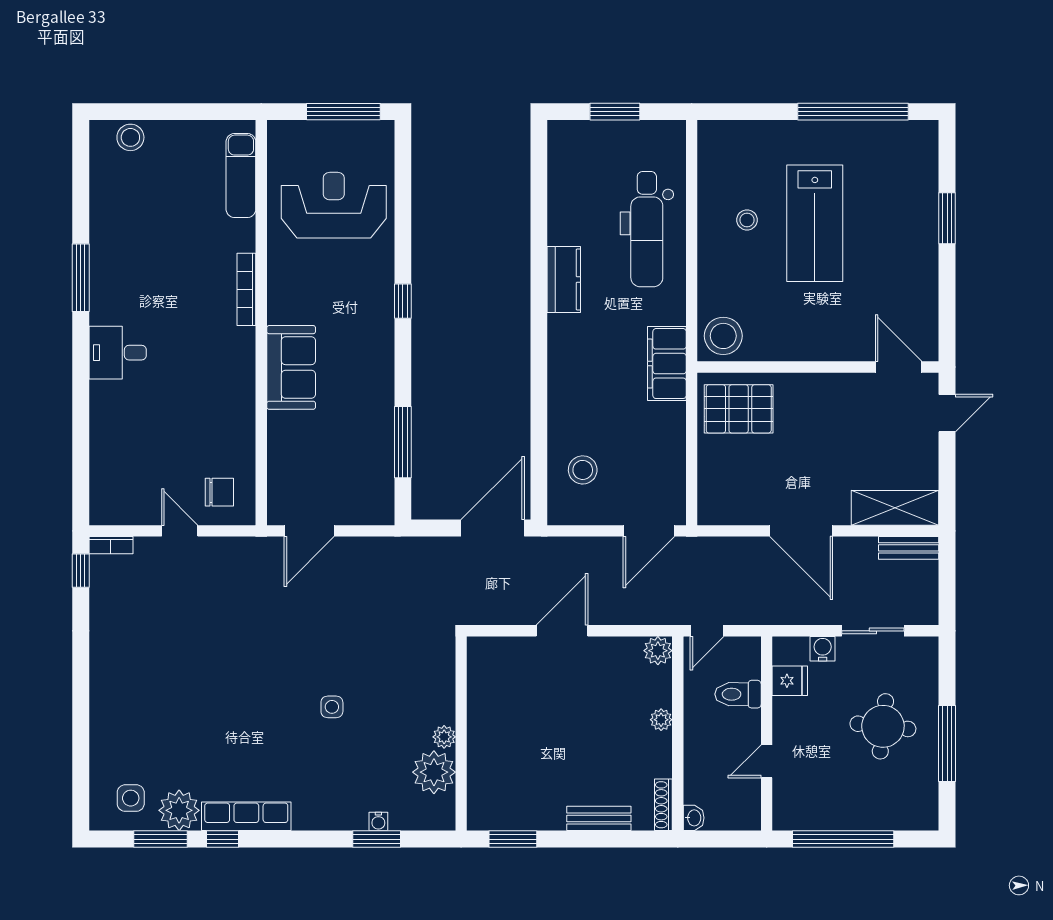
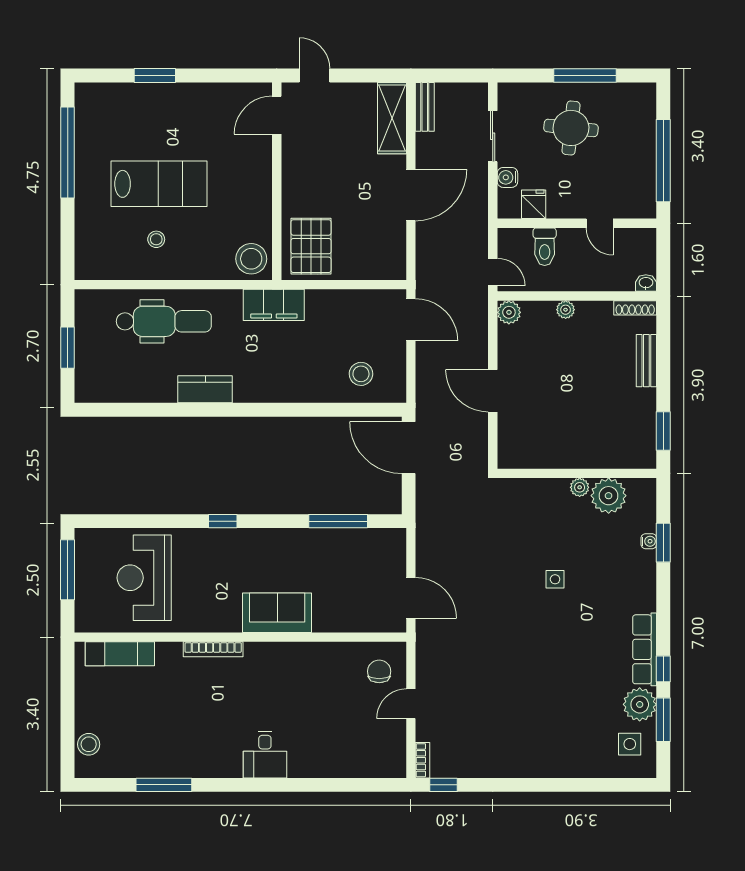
window: (81, 278) -> (164, 785), moved

